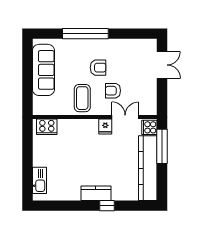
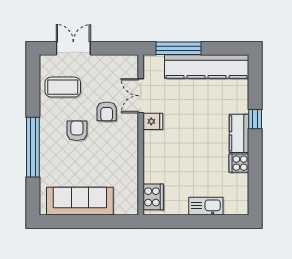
coffee table: (82, 98) -> (63, 87), moved
cooker: (149, 127) -> (239, 163), moved, turned 90
kitchen sink: (40, 180) -> (206, 206), moved

